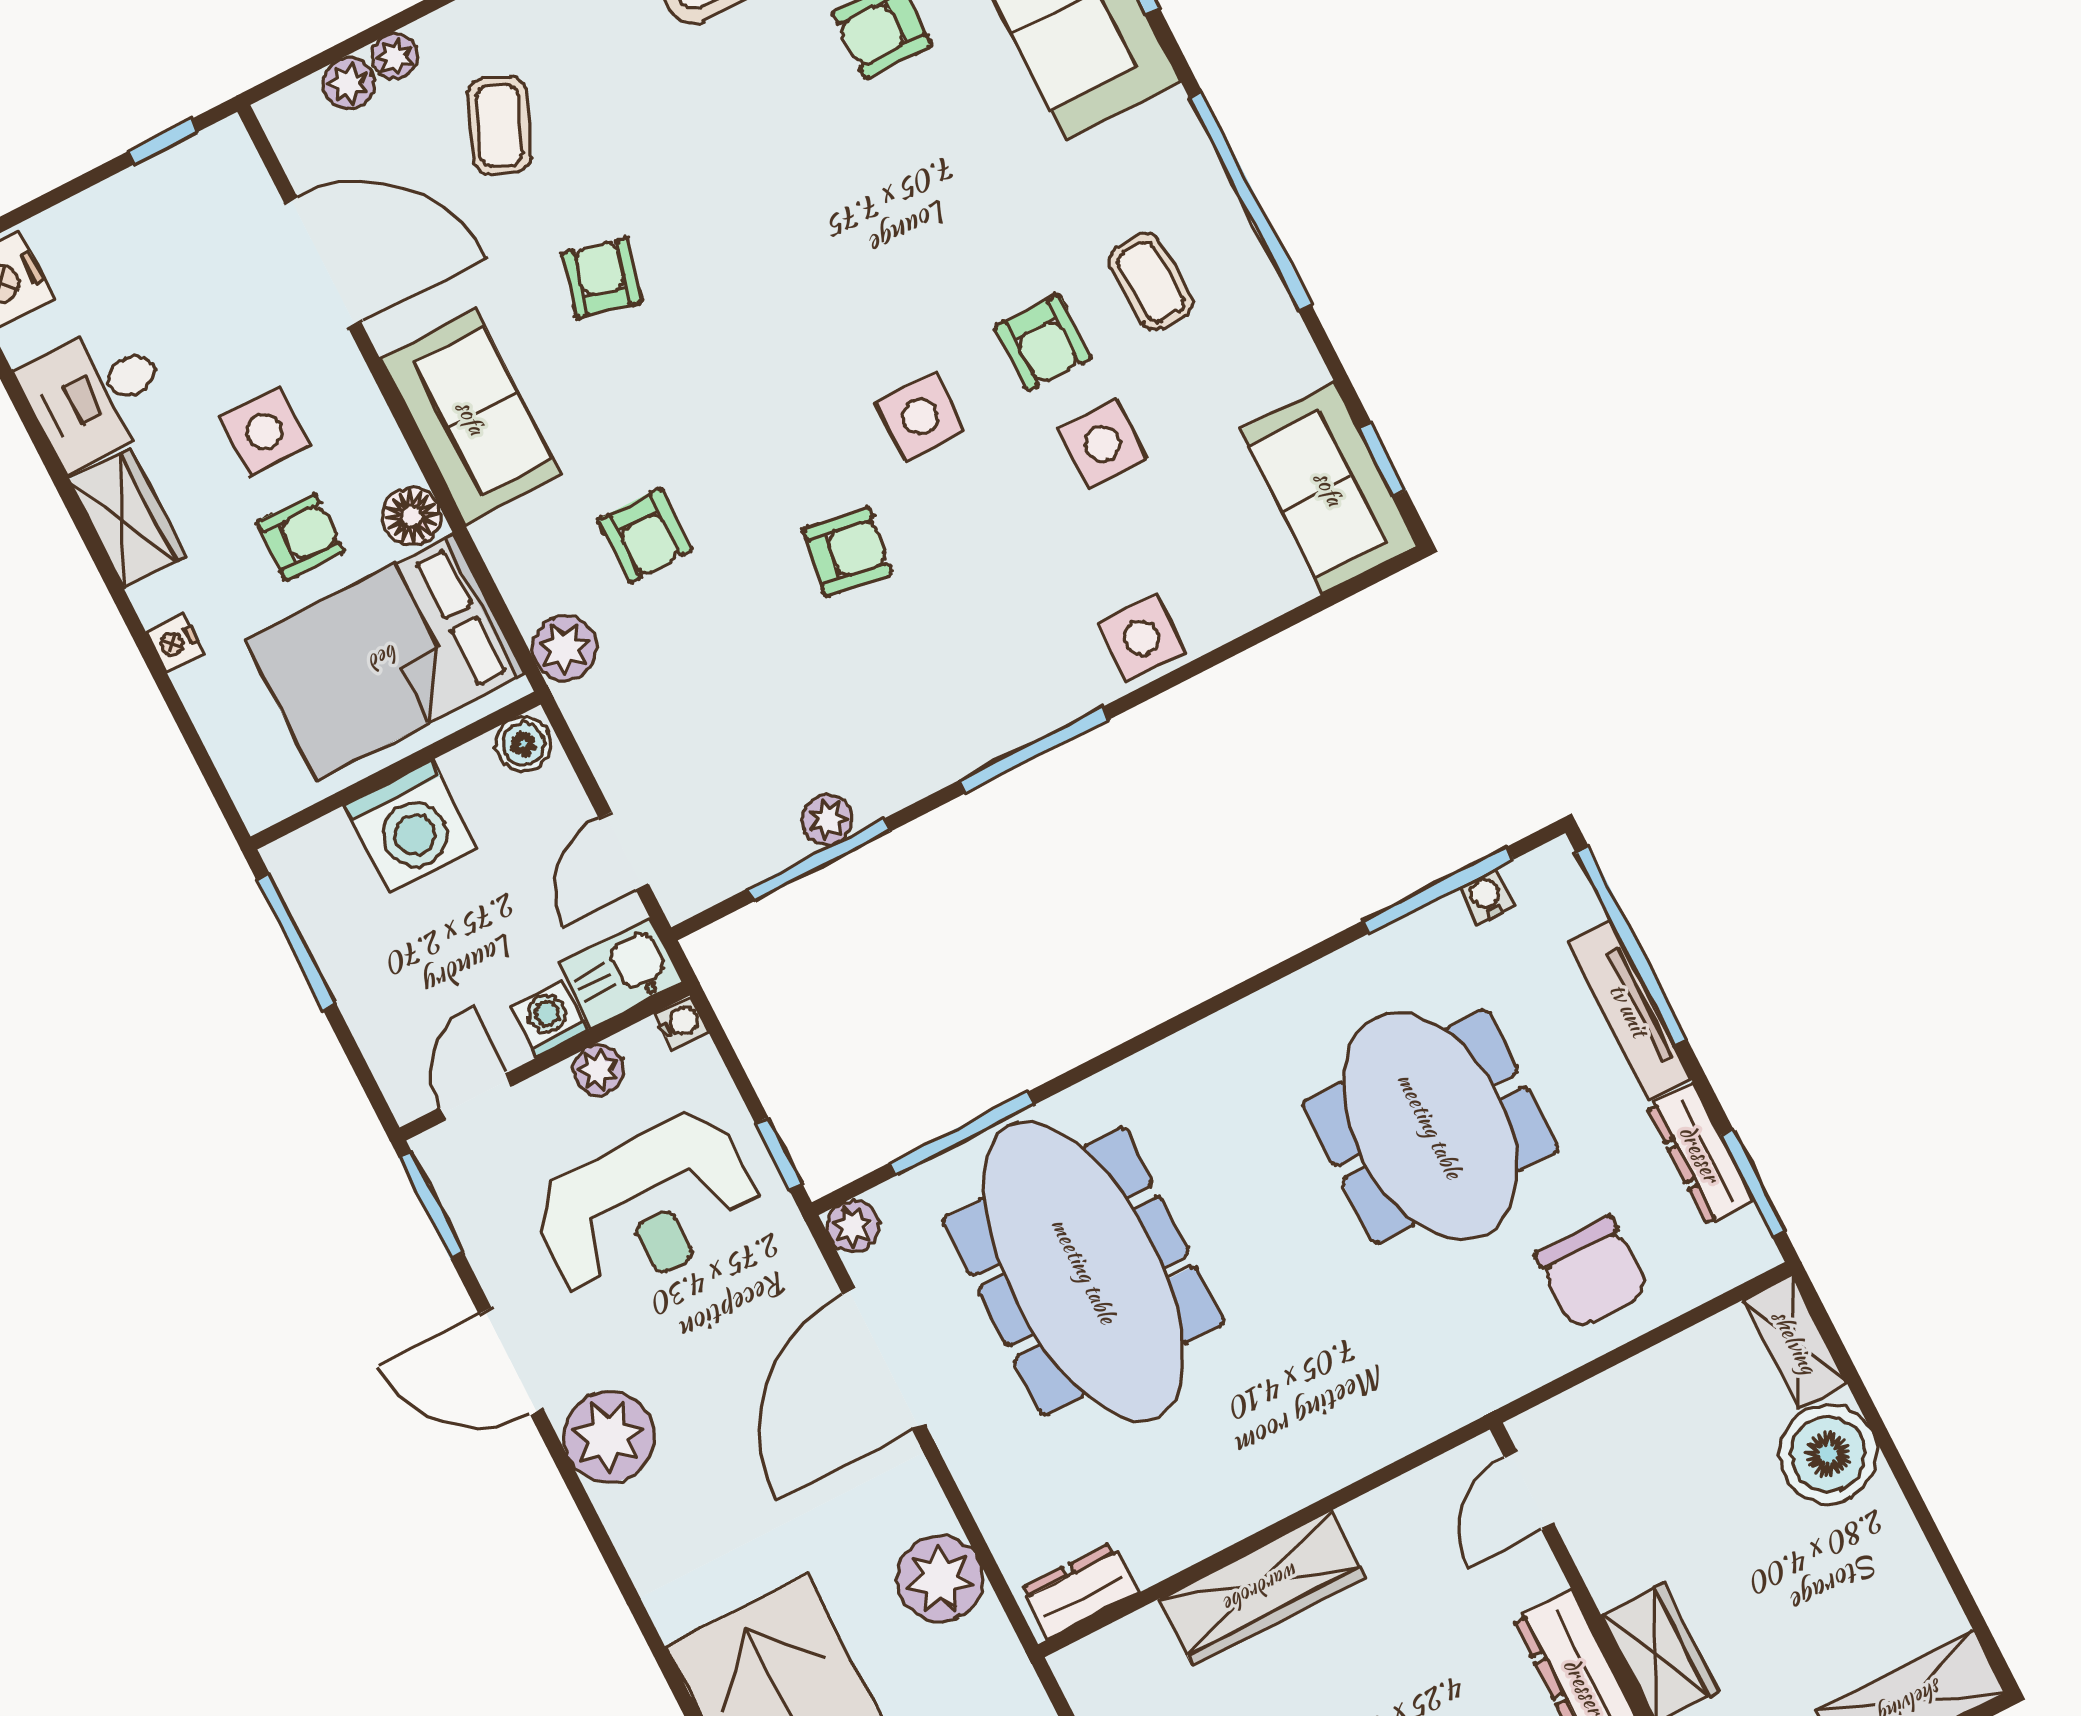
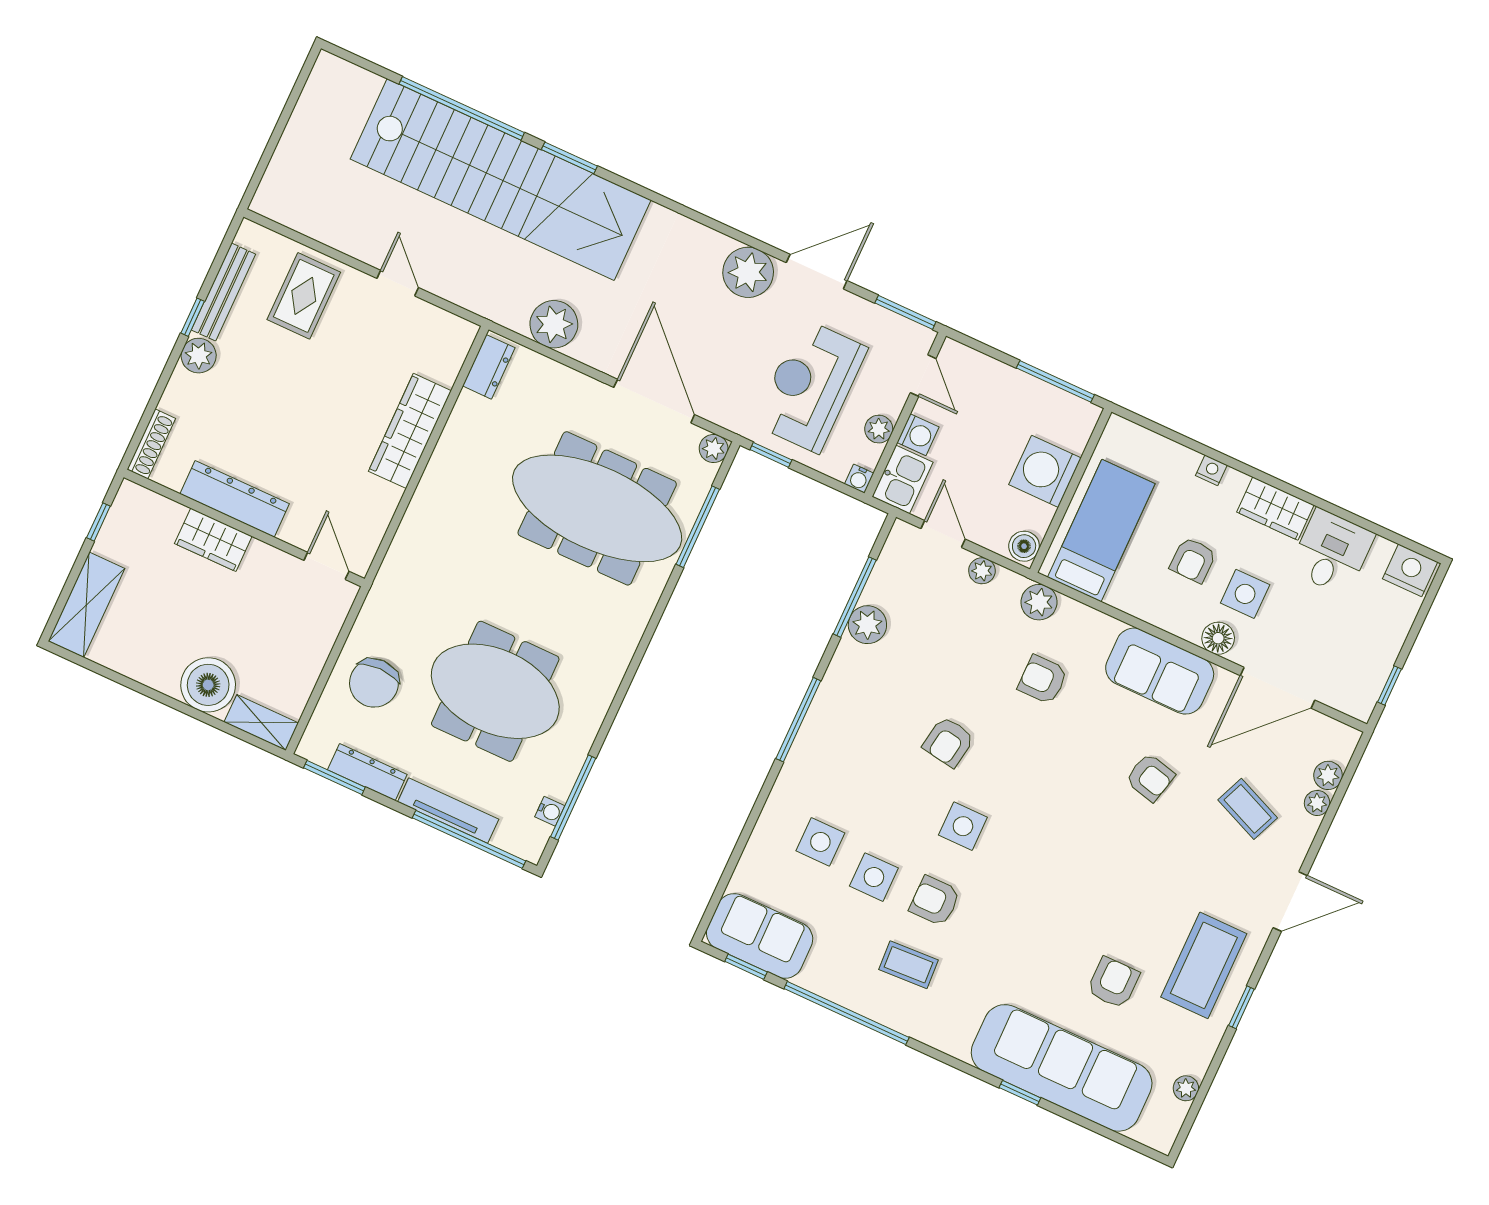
window: (1250, 201) -> (847, 1013), moved
floor lamp: (412, 516) -> (1218, 638), moved
side table: (1141, 638) -> (820, 842), moved
bed: (385, 657) -> (1101, 531), width x0.67
plant: (610, 756) -> (982, 571), added
plant: (827, 820) -> (867, 625), width x1.38, depth x1.38
chair: (1592, 1273) -> (374, 683), turned -90

